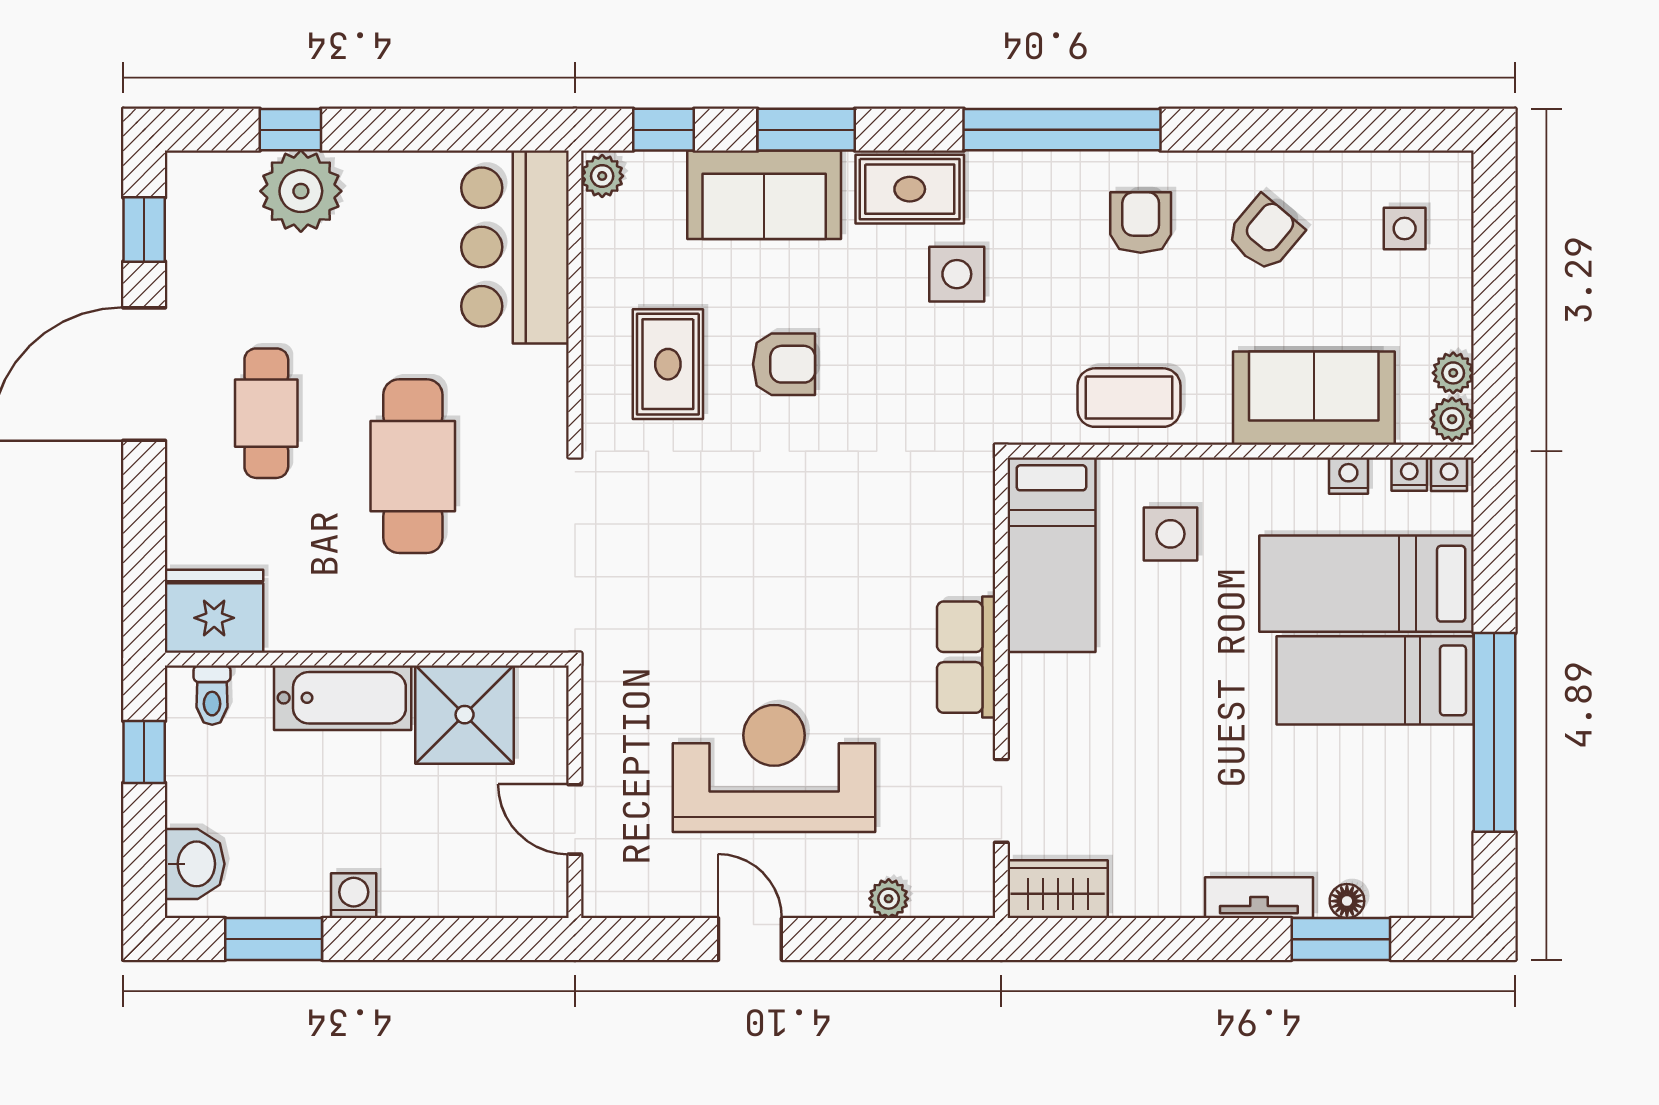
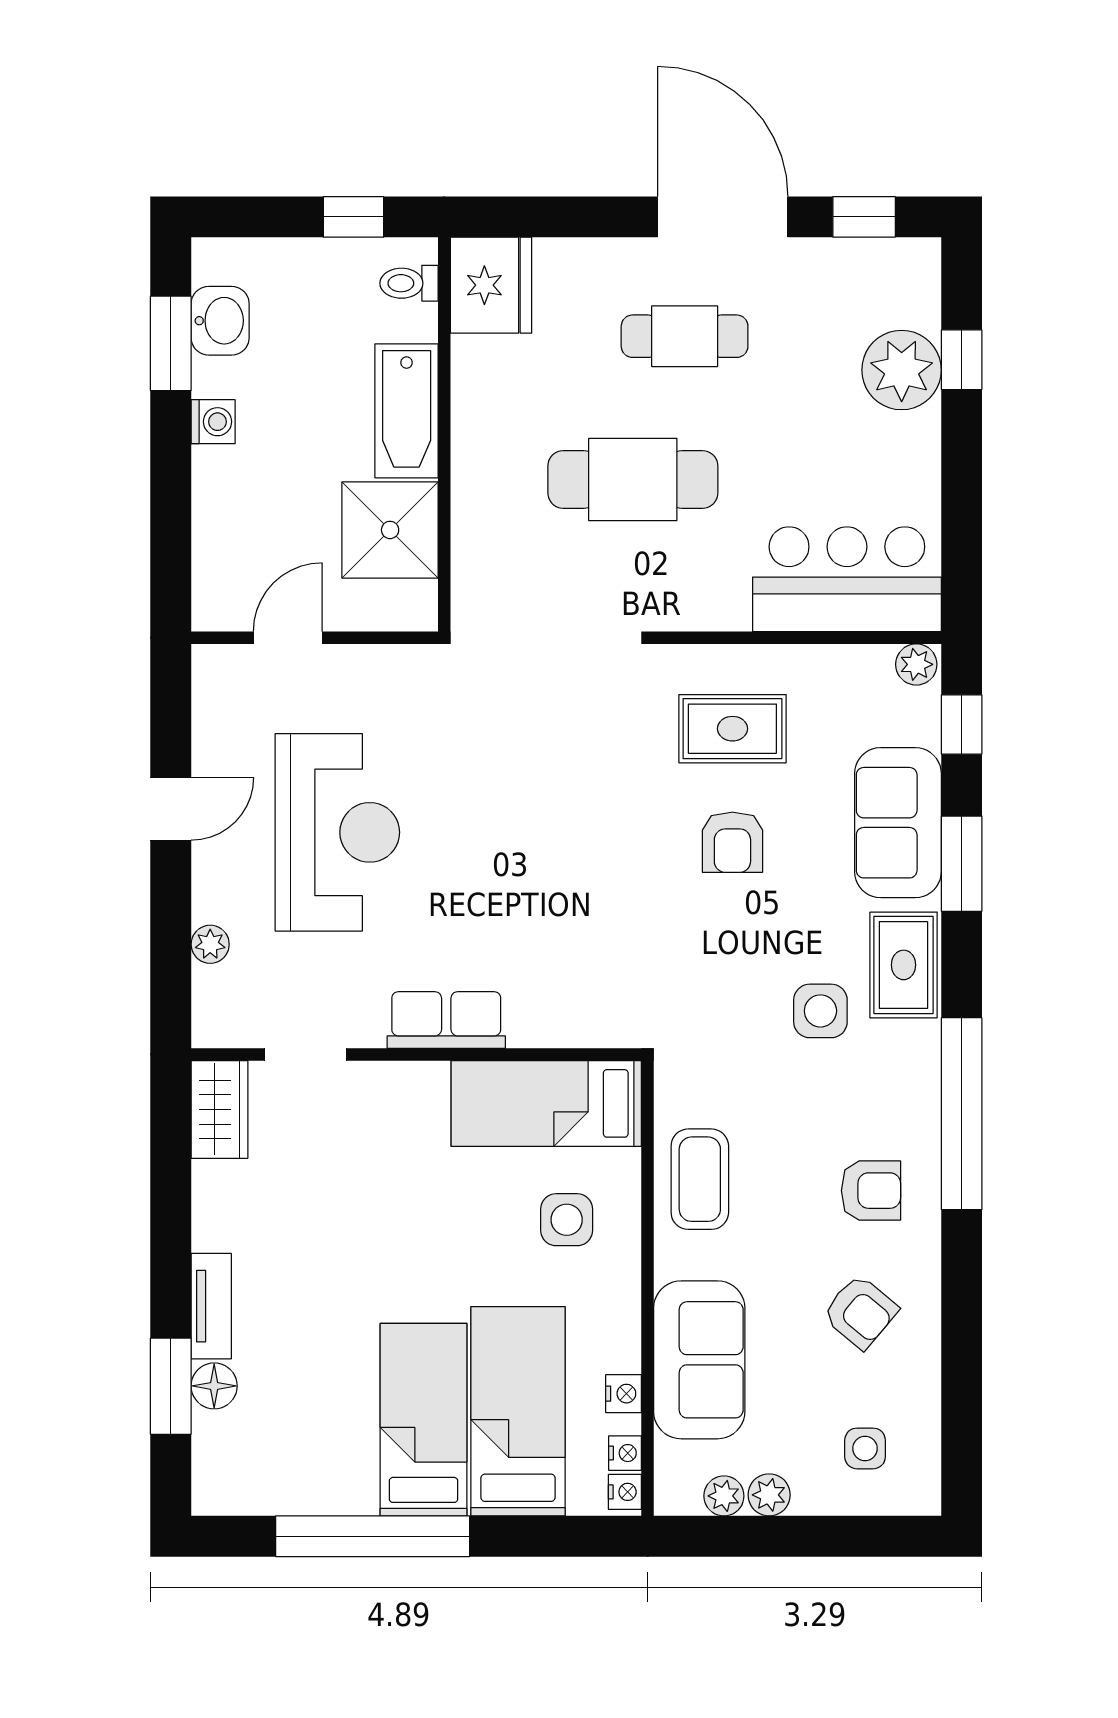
plant: (1452, 419) -> (769, 1495), moved
washbasin: (195, 864) -> (220, 321), moved, turned -90
floor lamp: (1347, 901) -> (214, 1386), width x1.37, depth x1.37

